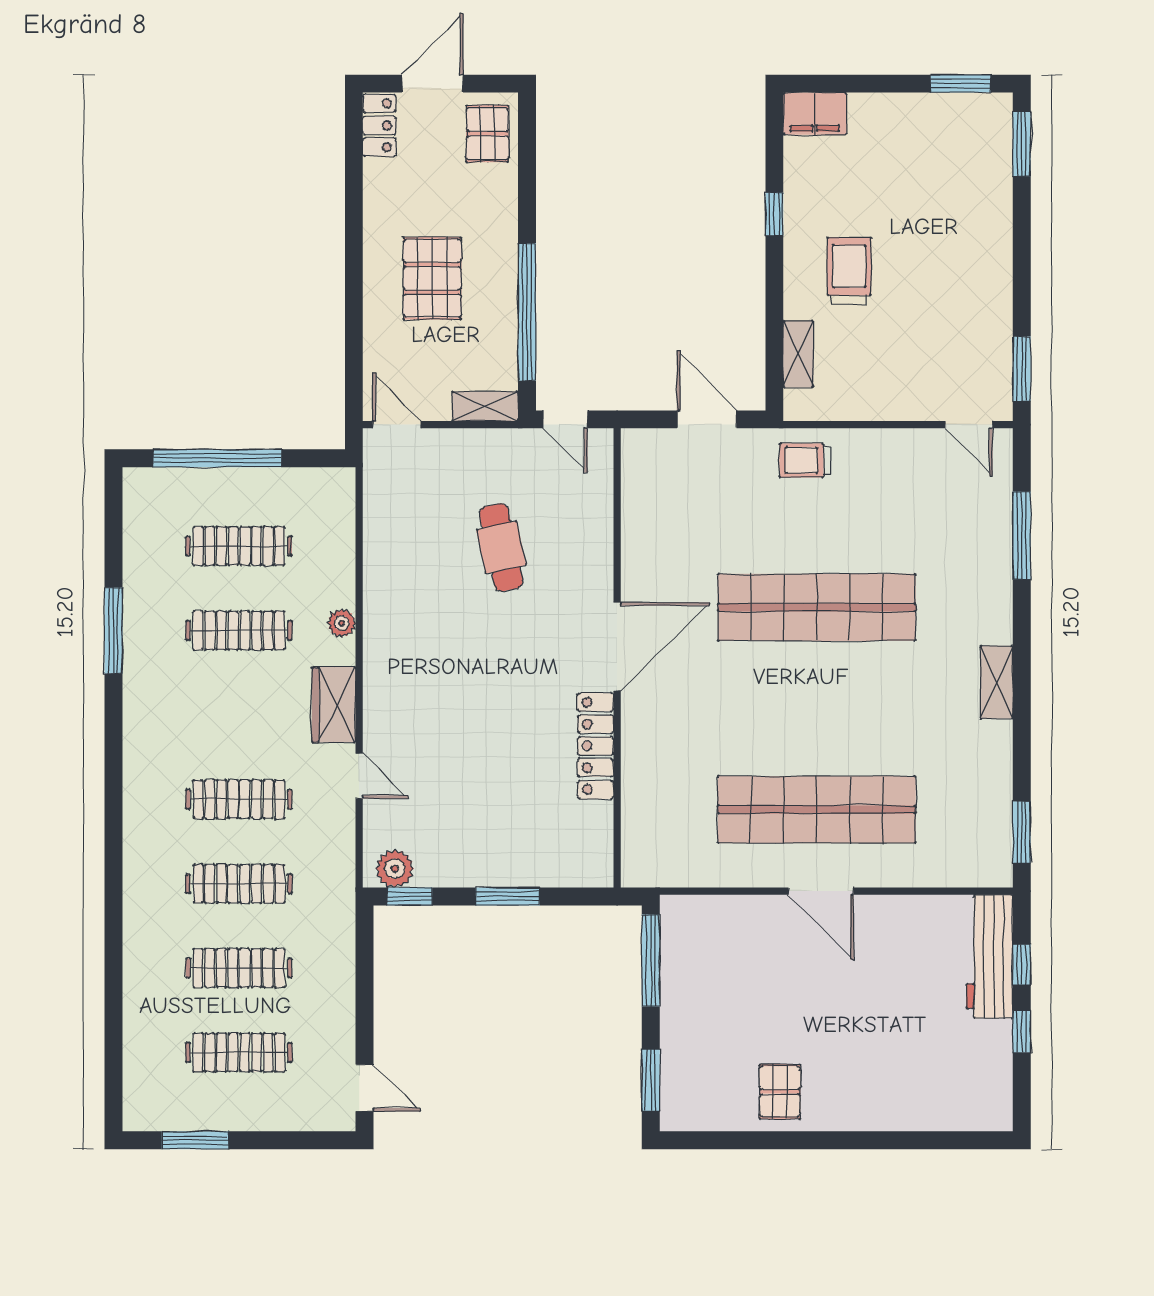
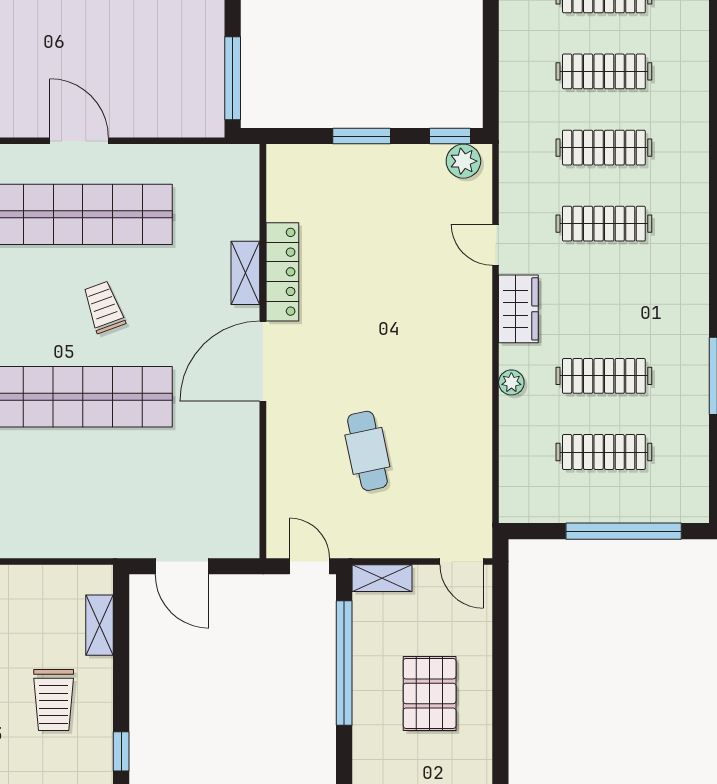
trolley: (805, 460) -> (104, 307), moved, turned -110
shelving: (636, 745) -> (245, 273), added

